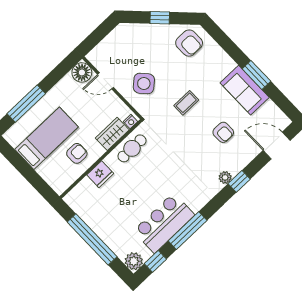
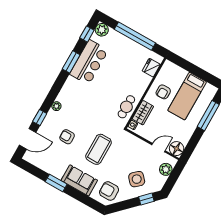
window: (160, 18) -> (146, 199), moved
plant: (105, 49) -> (166, 169), added
side table: (144, 83) -> (137, 179), moved
sofa: (245, 90) -> (79, 180), moved
coffee table: (186, 103) -> (99, 149), width x1.86, depth x1.72
fridge: (100, 174) -> (151, 68), moved
window: (239, 181) -> (40, 118), moved
window: (188, 231) -> (71, 62), width x0.69

